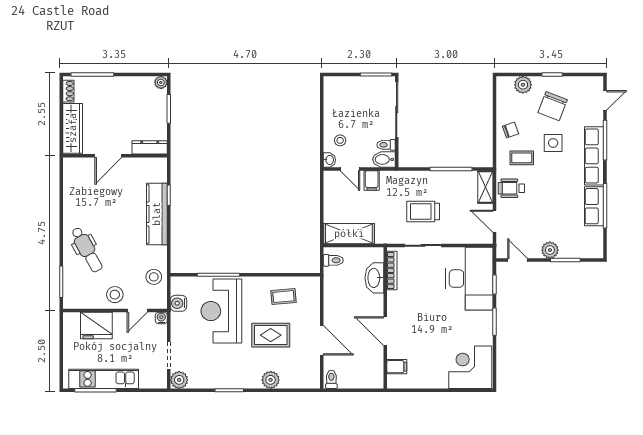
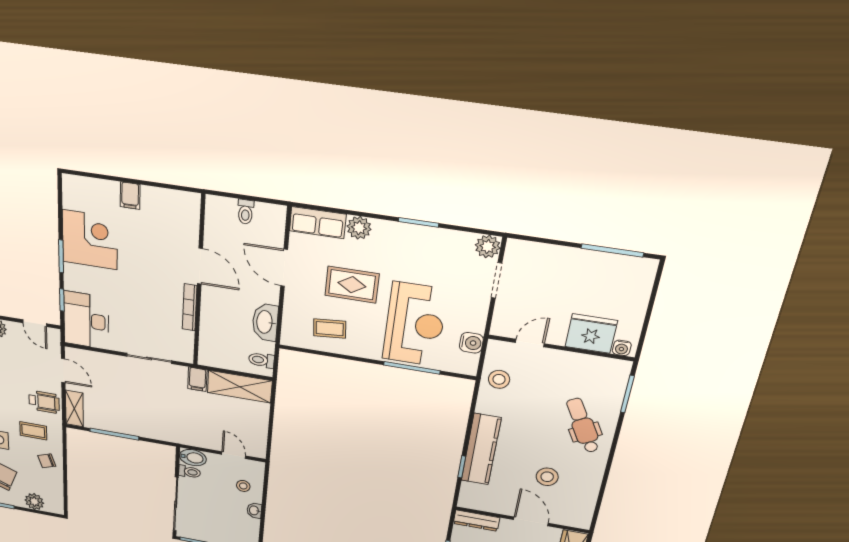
door: (108, 156) -> (531, 521), hinge flipped
washbasin: (329, 160) -> (254, 510), moved
filing cabinet: (372, 180) -> (197, 379), moved, turned 180
trolley: (423, 211) -> (148, 395), removed
bookcase: (392, 270) -> (190, 307), moved
washbasin: (374, 278) -> (265, 322), moved, turned 180
desk: (469, 279) -> (86, 320), width x0.73, depth x0.77
stool: (115, 295) -> (547, 477), moved
water cooler: (161, 318) -> (622, 348), moved
filing cabinet: (397, 367) -> (130, 196), moved, turned -90
corner desk: (470, 367) -> (90, 240), moved, turned -90
kitchen unit: (104, 379) -> (597, 264), removed
row of seats: (300, 379) -> (318, 223), added
toilet: (331, 379) -> (245, 212), moved

